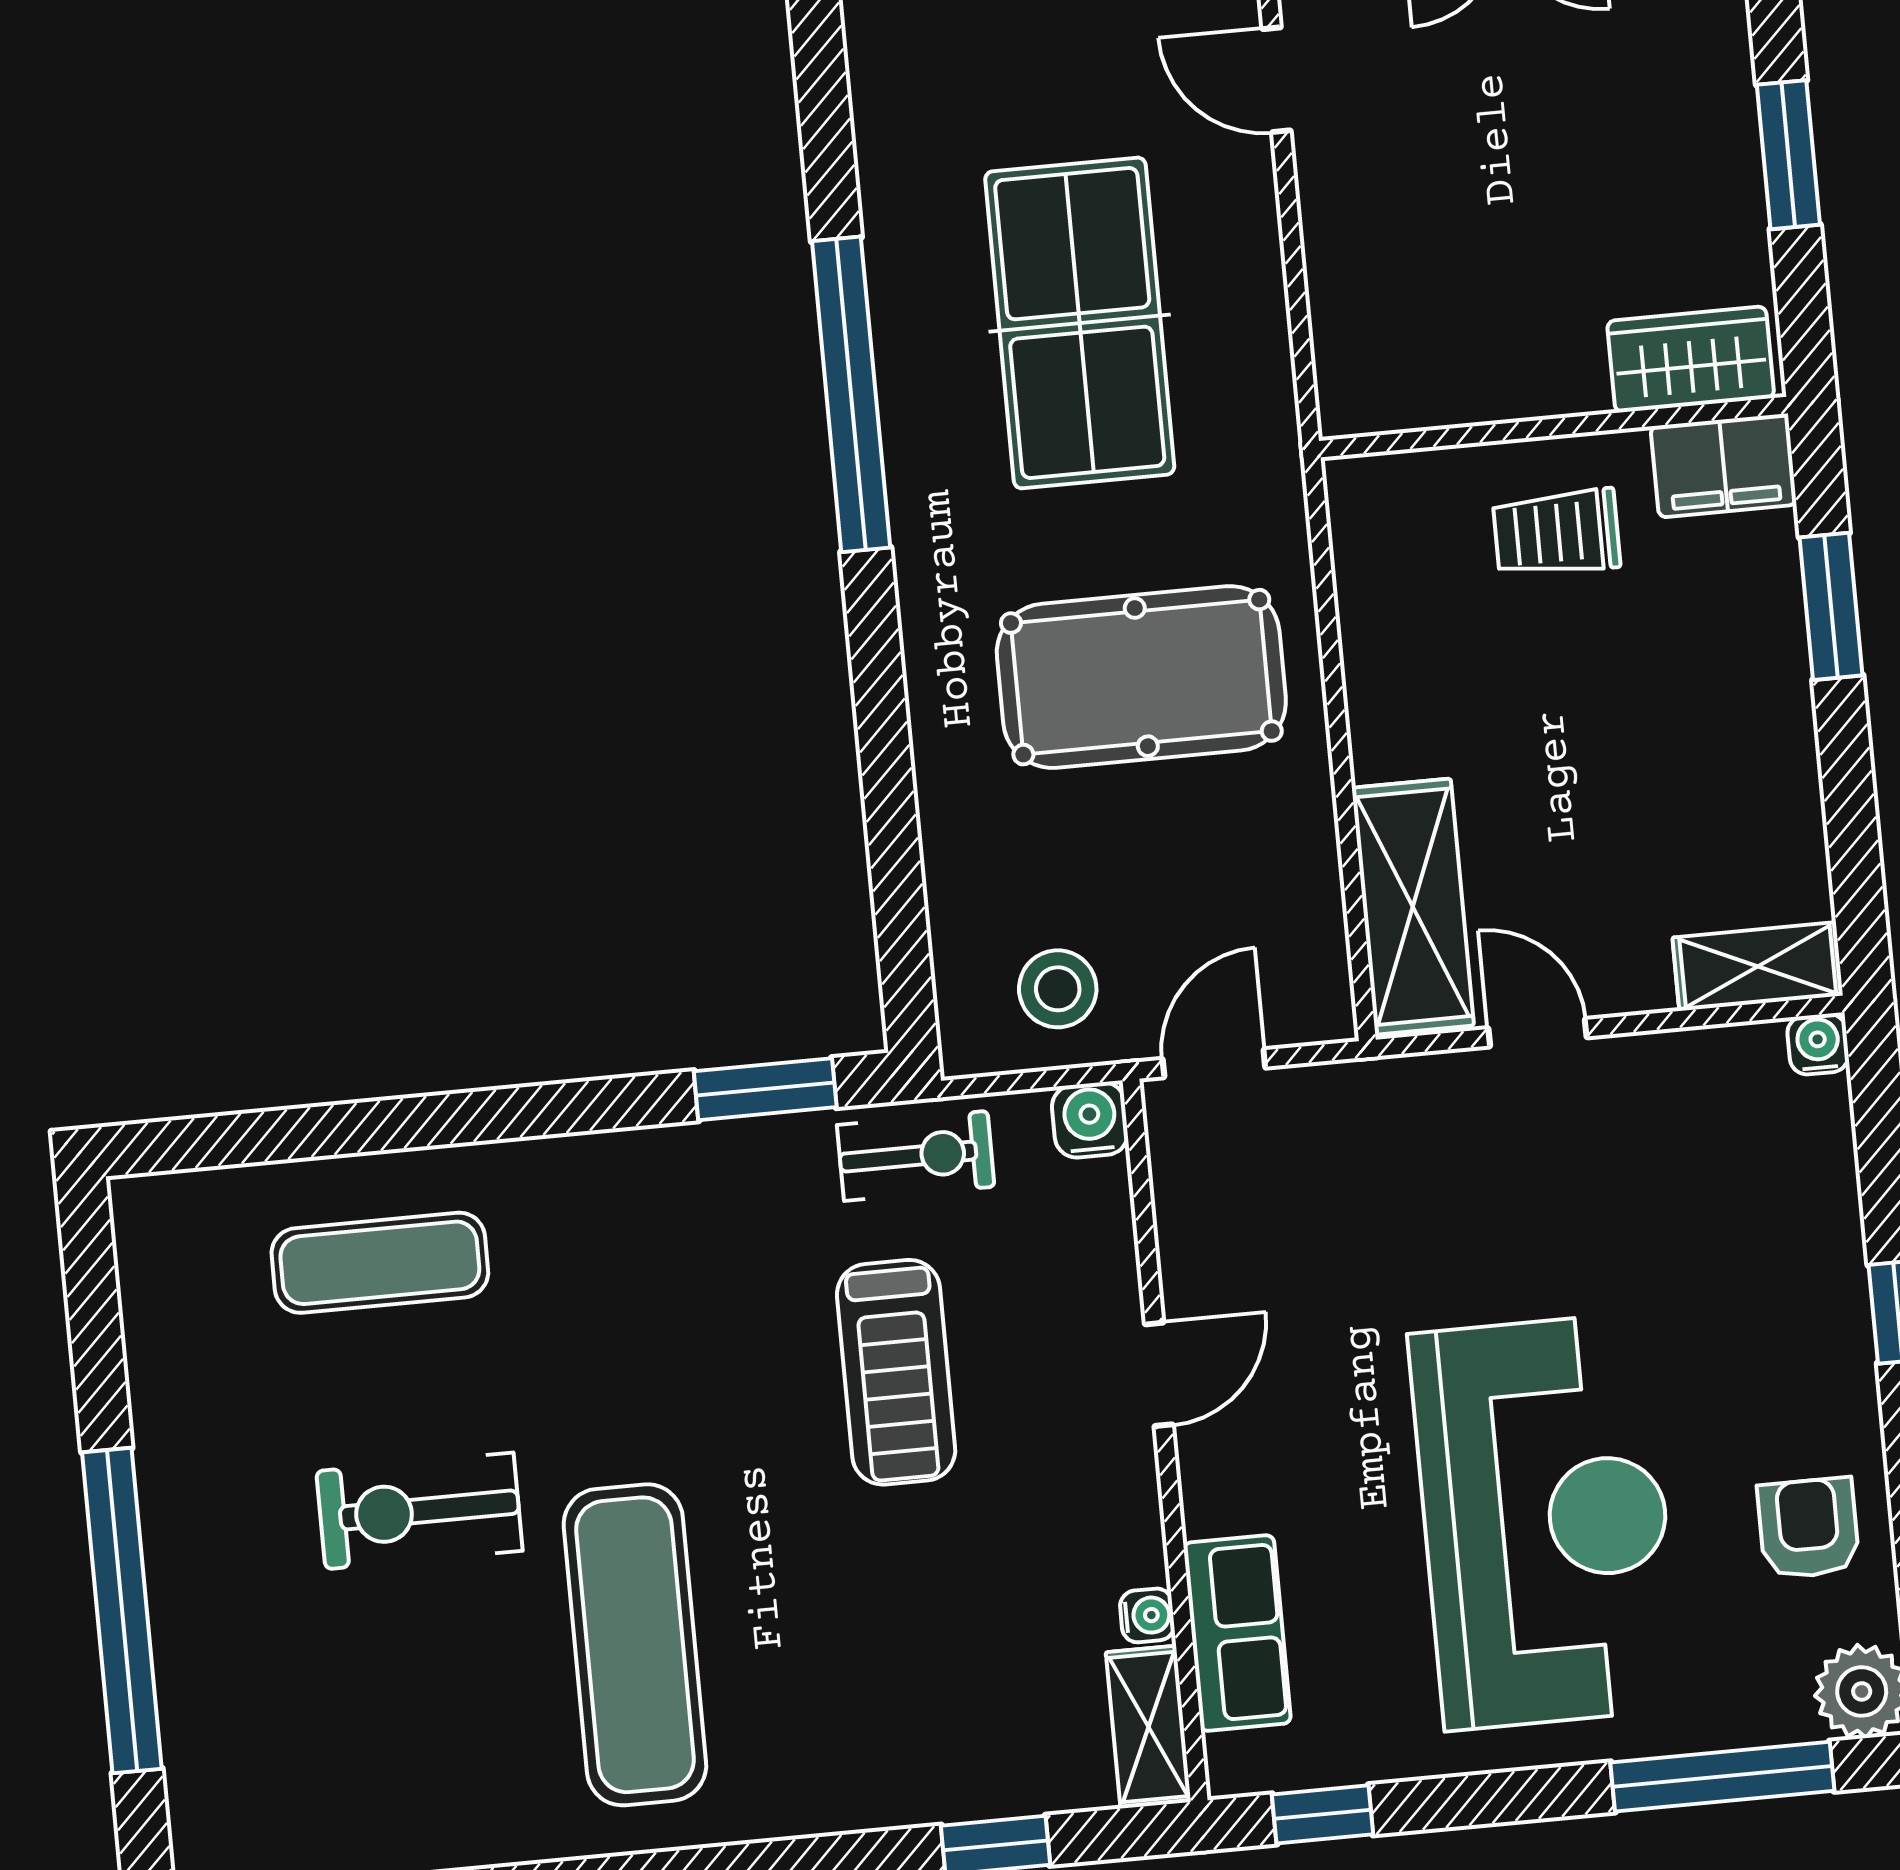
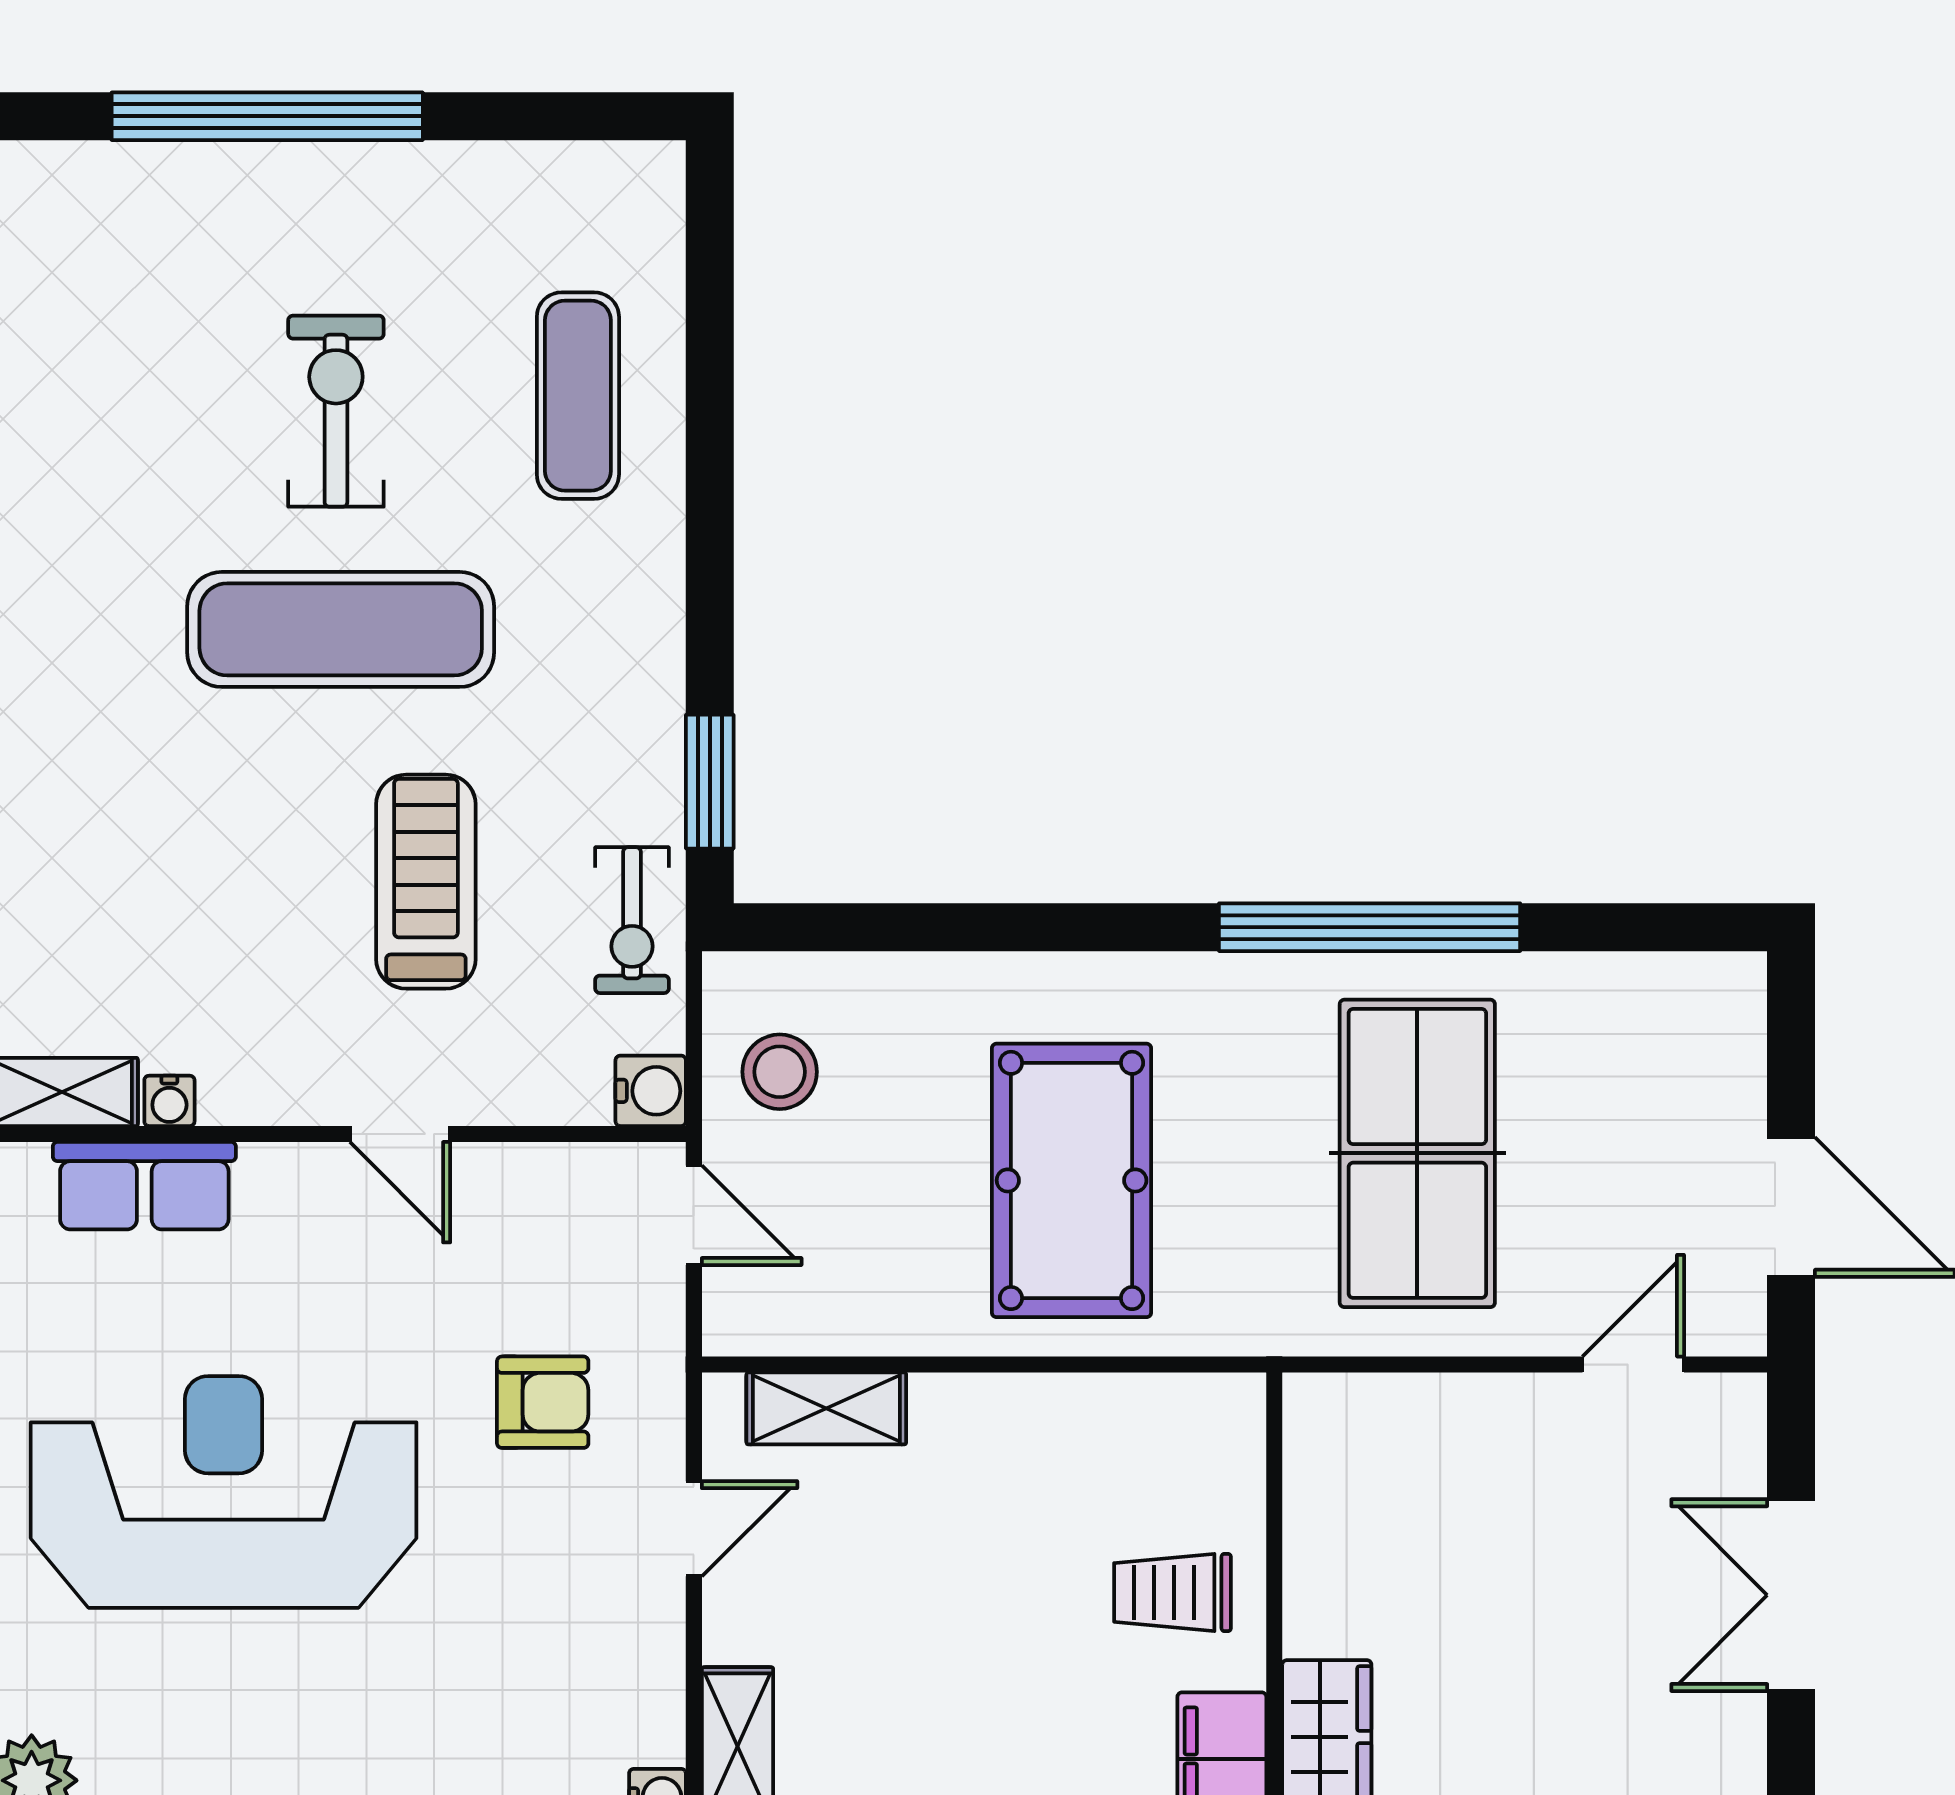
table tennis table: (1080, 323) -> (1417, 1153), turned 90
trolley: (1557, 533) -> (1172, 1592), turned -90
shelving: (1413, 907) -> (826, 1408), width x0.67, depth x0.75
treadmill: (896, 1372) -> (426, 882), turned 90
reception desk: (1545, 1521) -> (224, 1492), turned 180
armchair: (1808, 1528) -> (543, 1402), moved
exercise mat: (635, 1645) -> (341, 629), moved

